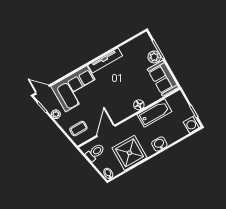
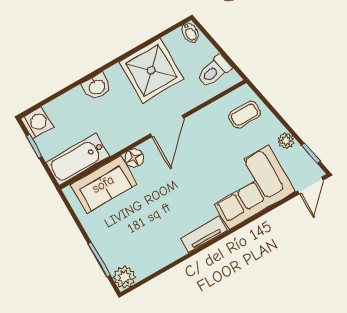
plant: (154, 57) -> (125, 277), moved
tv unit: (105, 60) -> (204, 234), width x0.71
sofa: (163, 78) -> (103, 184), moved, turned 90
door: (42, 90) -> (310, 186), hinge flipped
bathtub: (154, 113) -> (78, 159), moved
door: (106, 131) -> (167, 126), moved

